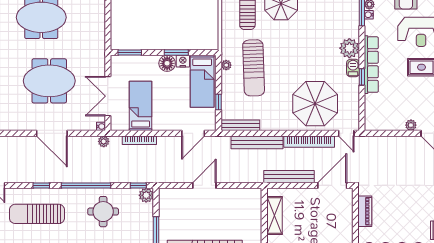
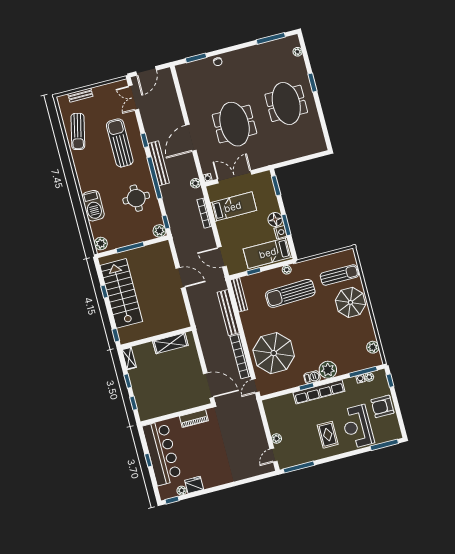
bench: (289, 177) -> (159, 163), moved

